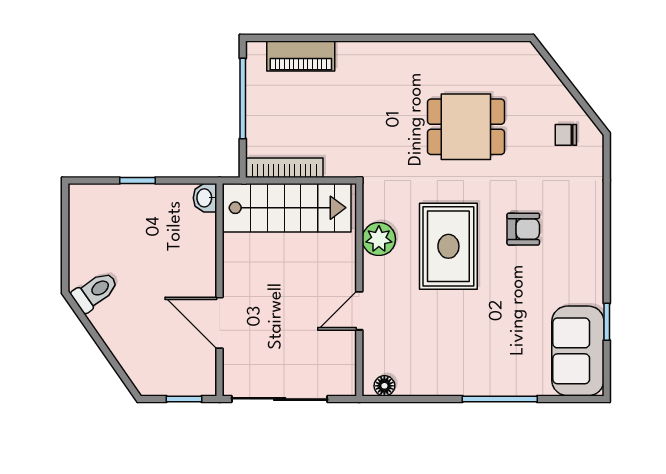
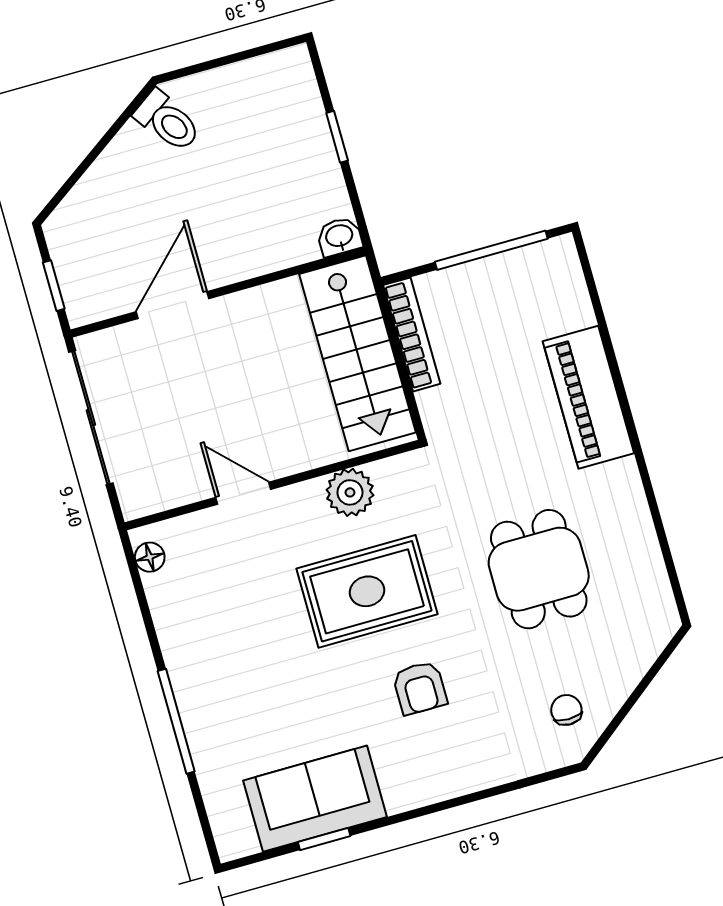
piano: (301, 56) -> (588, 397), moved, width x1.37, depth x1.33
sofa: (578, 351) -> (315, 799), moved

